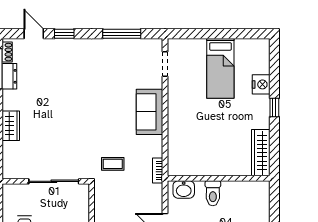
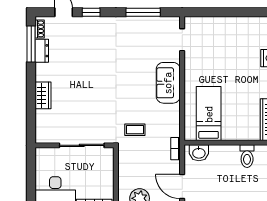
bed: (220, 68) -> (209, 114), moved, turned 180
bookcase: (158, 171) -> (175, 149), moved
toilet: (213, 193) -> (247, 156), moved

